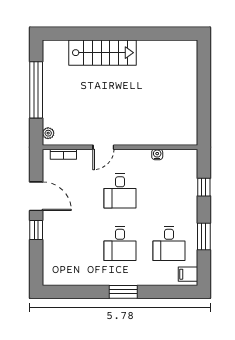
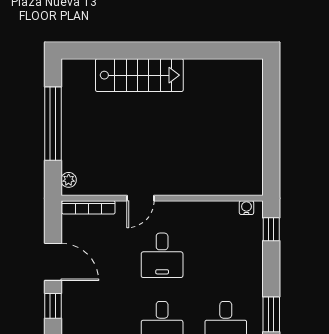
bookcase: (63, 154) -> (88, 207), width x1.56
water cooler: (157, 154) -> (246, 208), moved
window: (204, 187) -> (271, 229), moved

